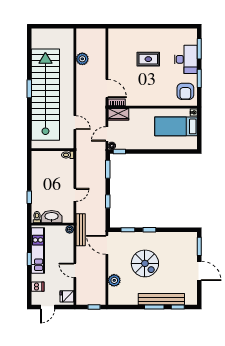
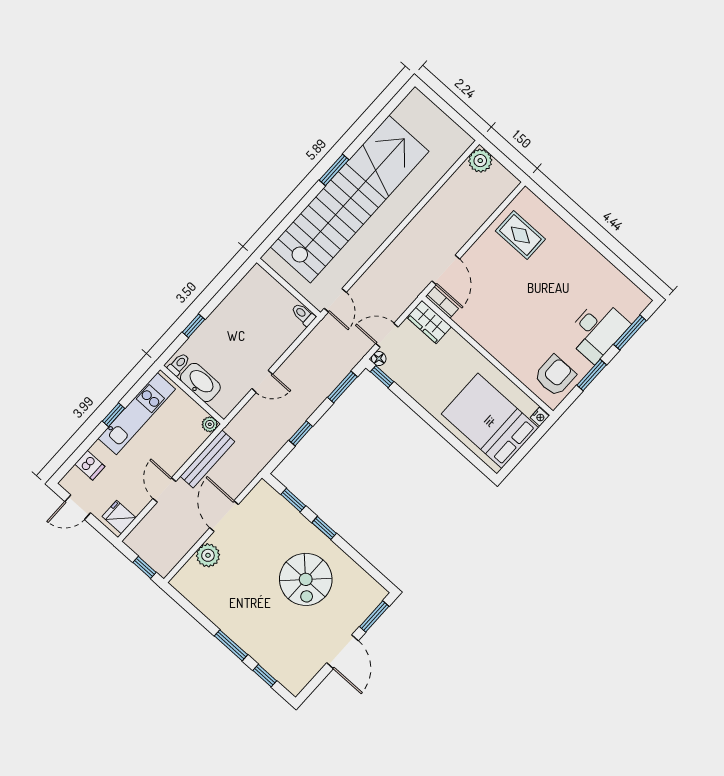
plant: (82, 59) -> (480, 161), moved
rug: (148, 59) -> (520, 235), moved
armchair: (185, 91) -> (555, 376), turned 180
door: (75, 123) -> (335, 300), moved
bed: (176, 126) -> (490, 421), width x1.50
bench: (81, 230) -> (207, 459), moved
door: (107, 245) -> (224, 516), moved
spiral stairs: (145, 263) -> (306, 579), moved
bench: (161, 299) -> (252, 643), removed

